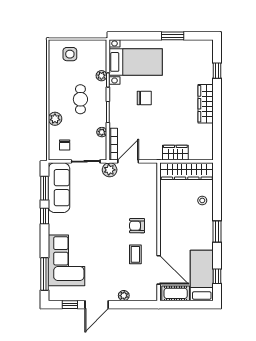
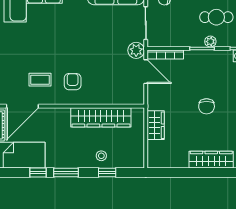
chair: (144, 98) -> (207, 106), moved
plant: (102, 132) -> (210, 42), moved
wardrobe: (187, 171) -> (101, 117), moved, turned -90
window: (217, 195) -> (107, 173), added
window: (217, 276) -> (38, 173), moved

